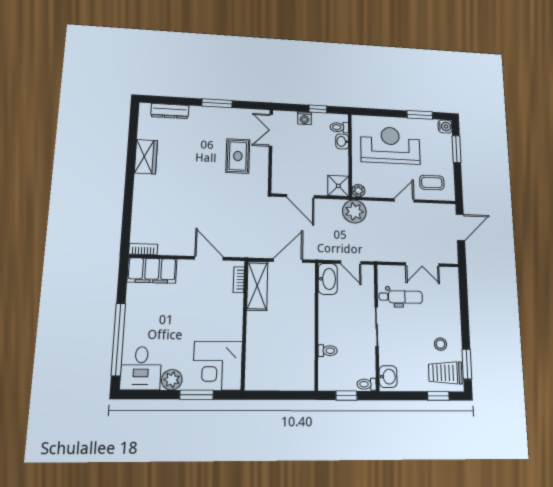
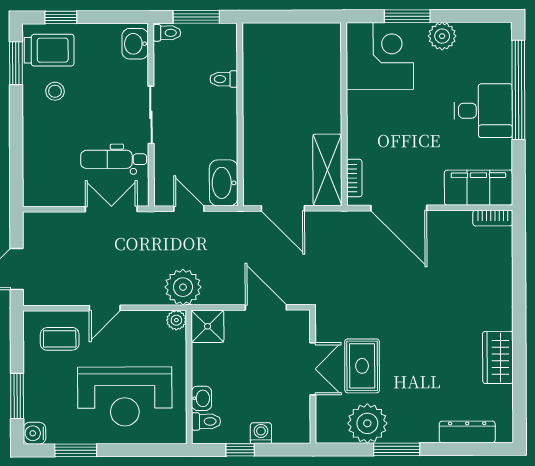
plant: (236, 120) -> (367, 423), added
double door: (271, 130) -> (313, 369), moved
door: (209, 258) -> (399, 208), width x1.36
door: (288, 261) -> (283, 208), hinge flipped
double door: (422, 265) -> (111, 209), moved
desk: (141, 368) -> (483, 111), moved, turned 90
window: (346, 396) -> (196, 17), width x1.50

